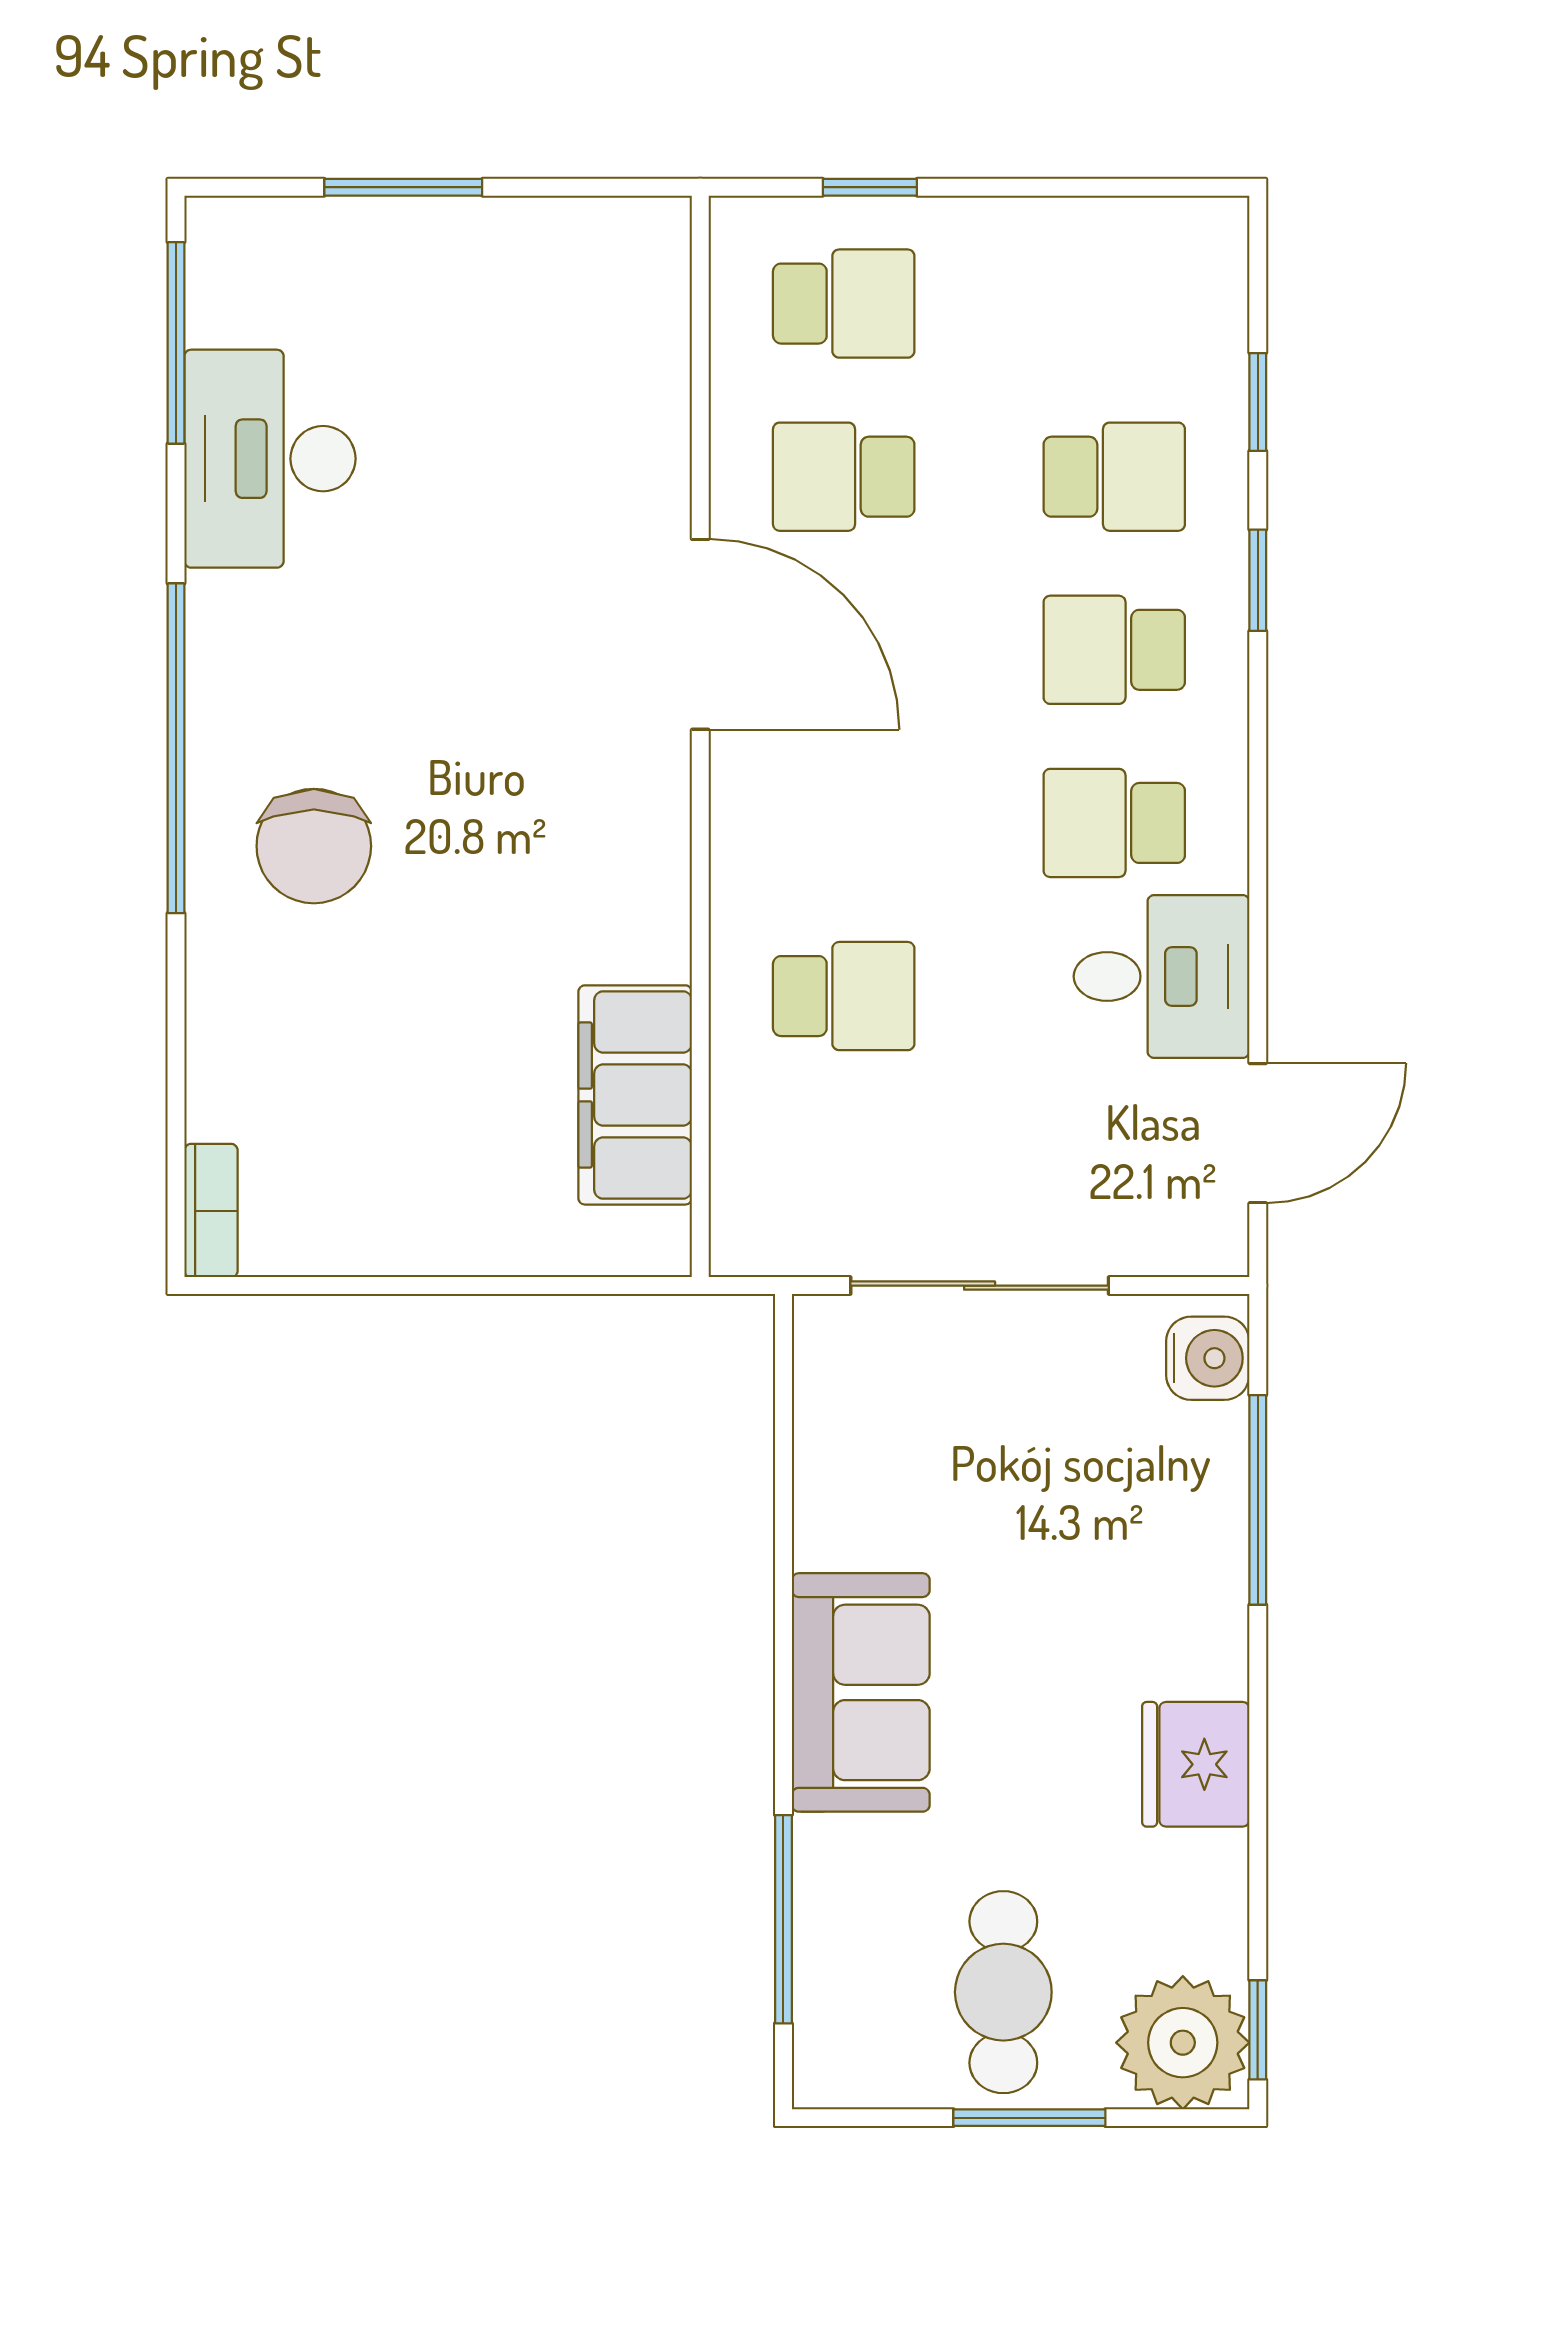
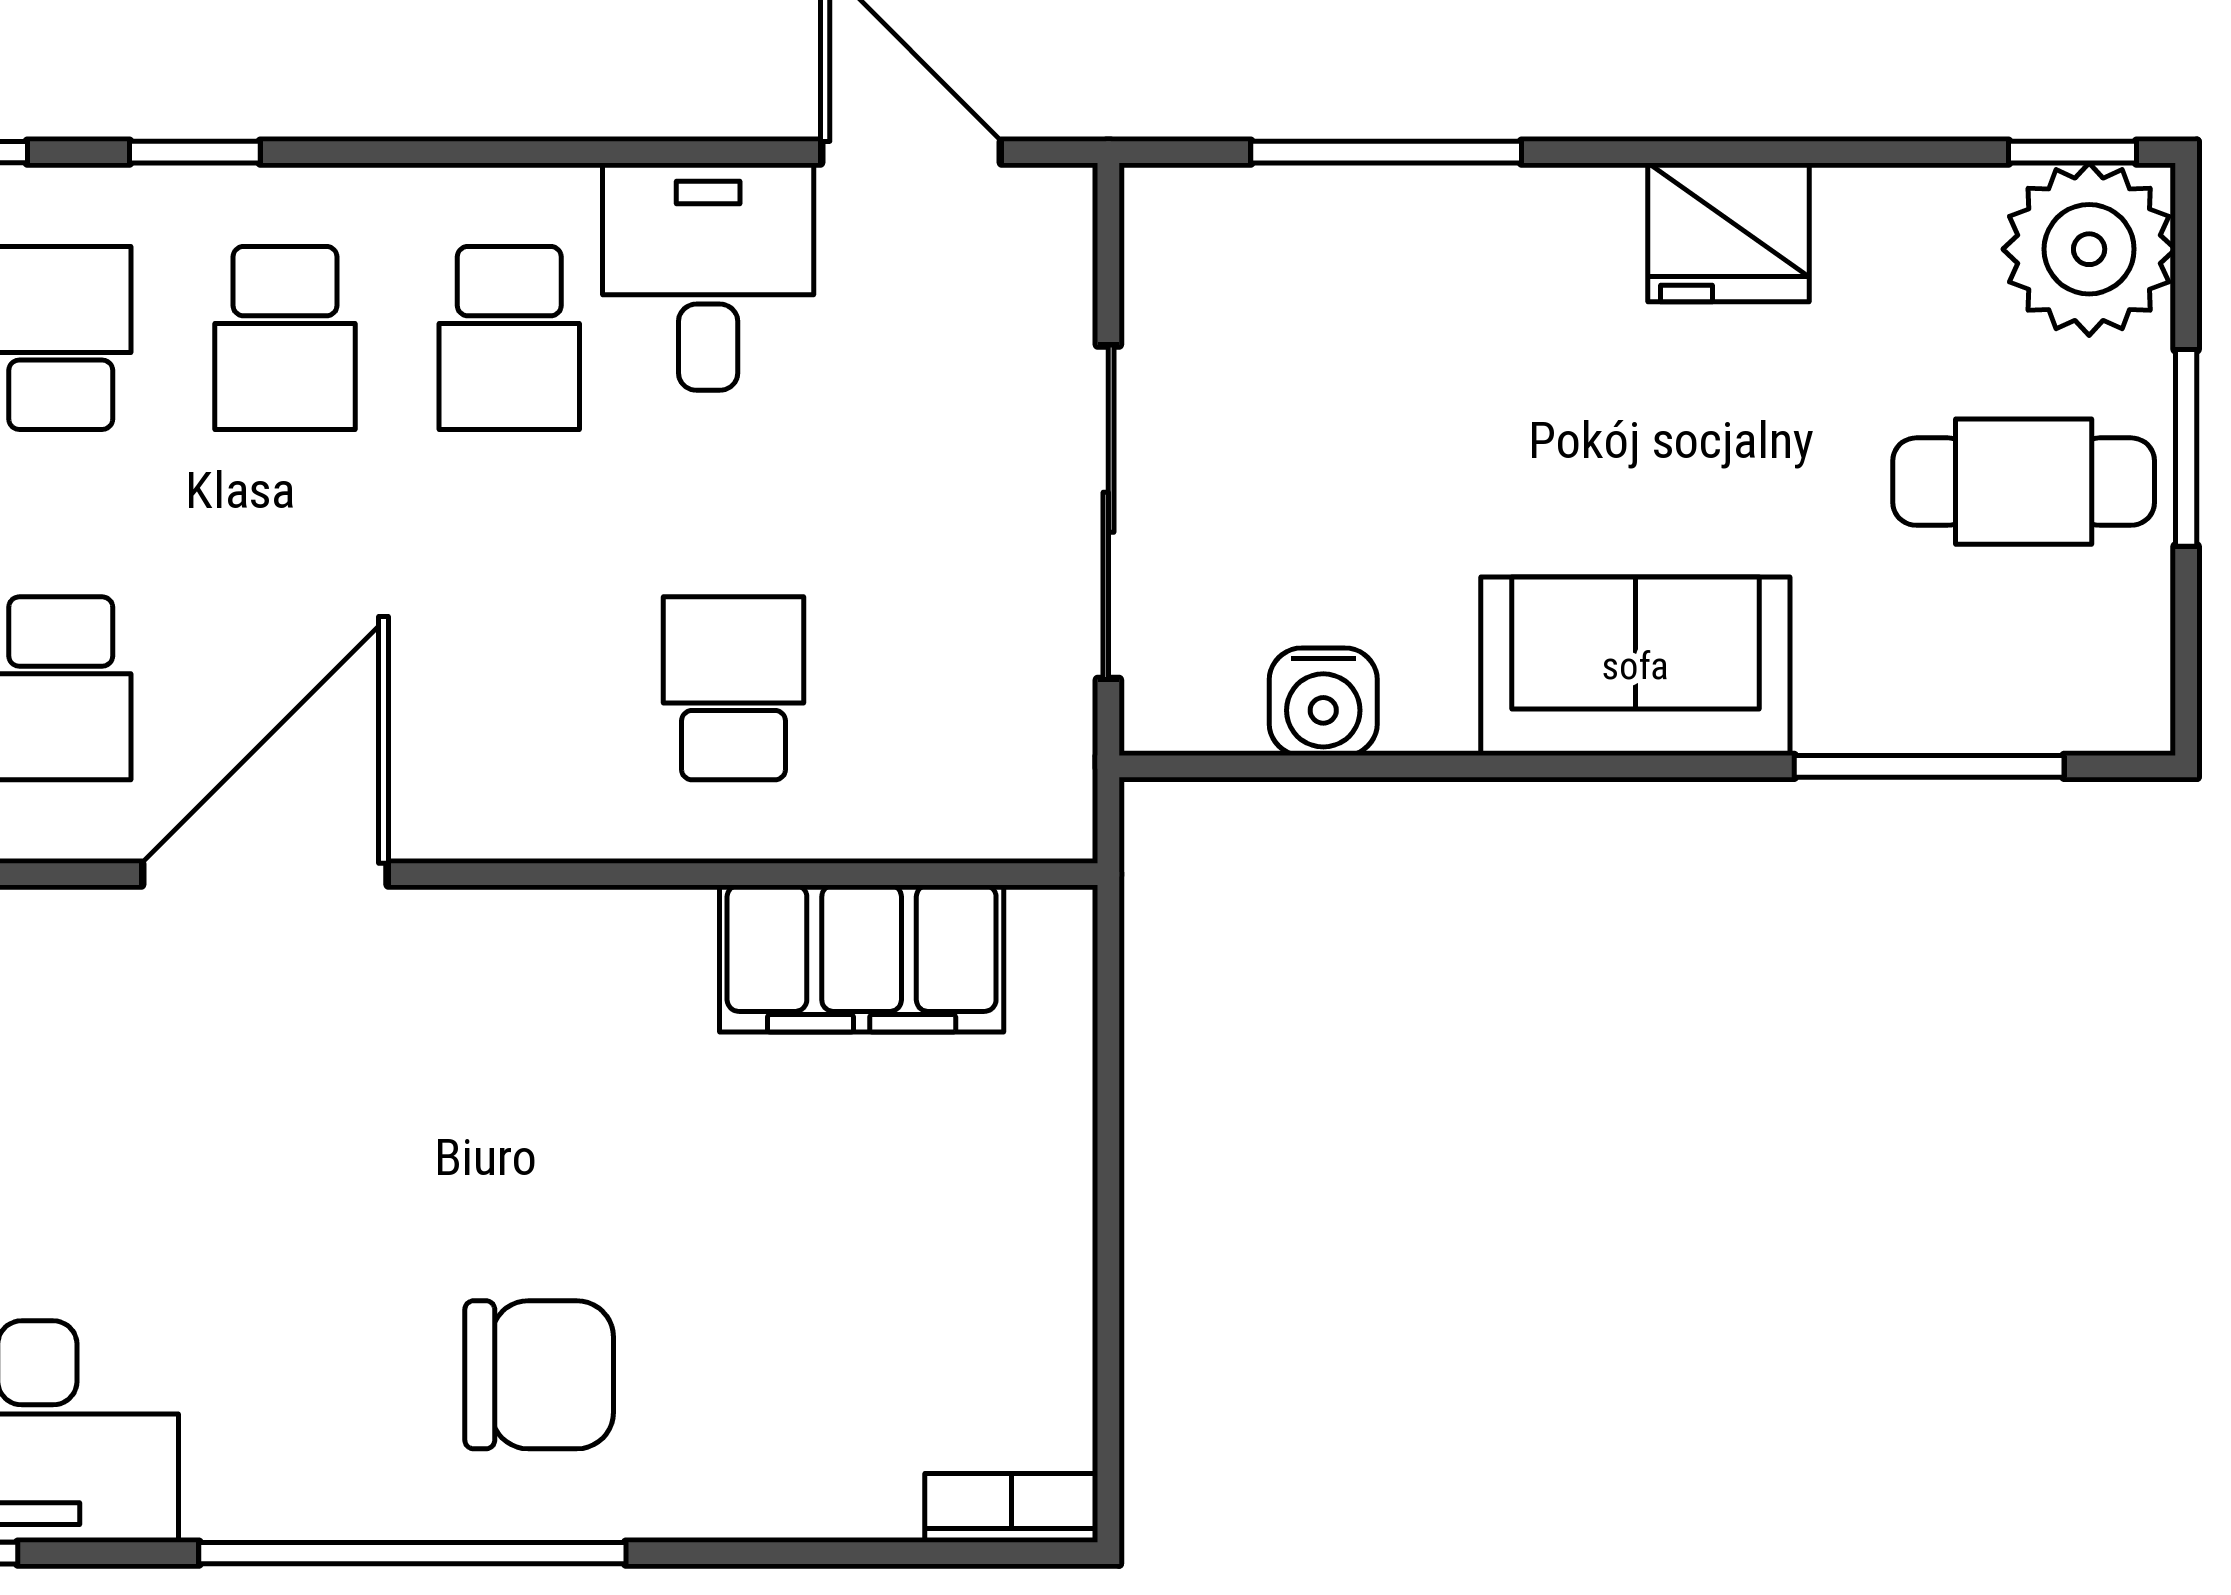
water cooler: (1208, 1358) -> (1323, 702), moved, turned 180

